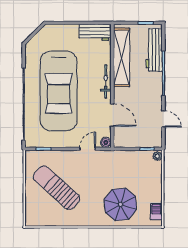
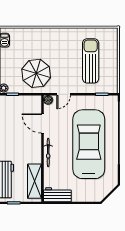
shelving: (122, 57) -> (35, 181), width x0.68
sun lounger: (56, 188) -> (91, 61), turned -132
parasol: (120, 204) -> (36, 73), moved

